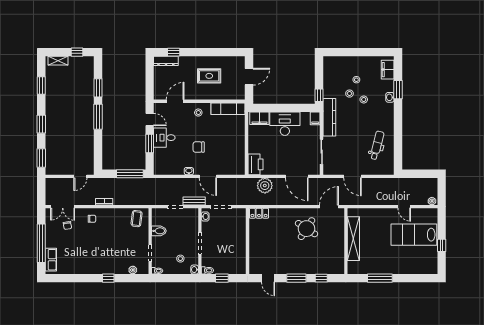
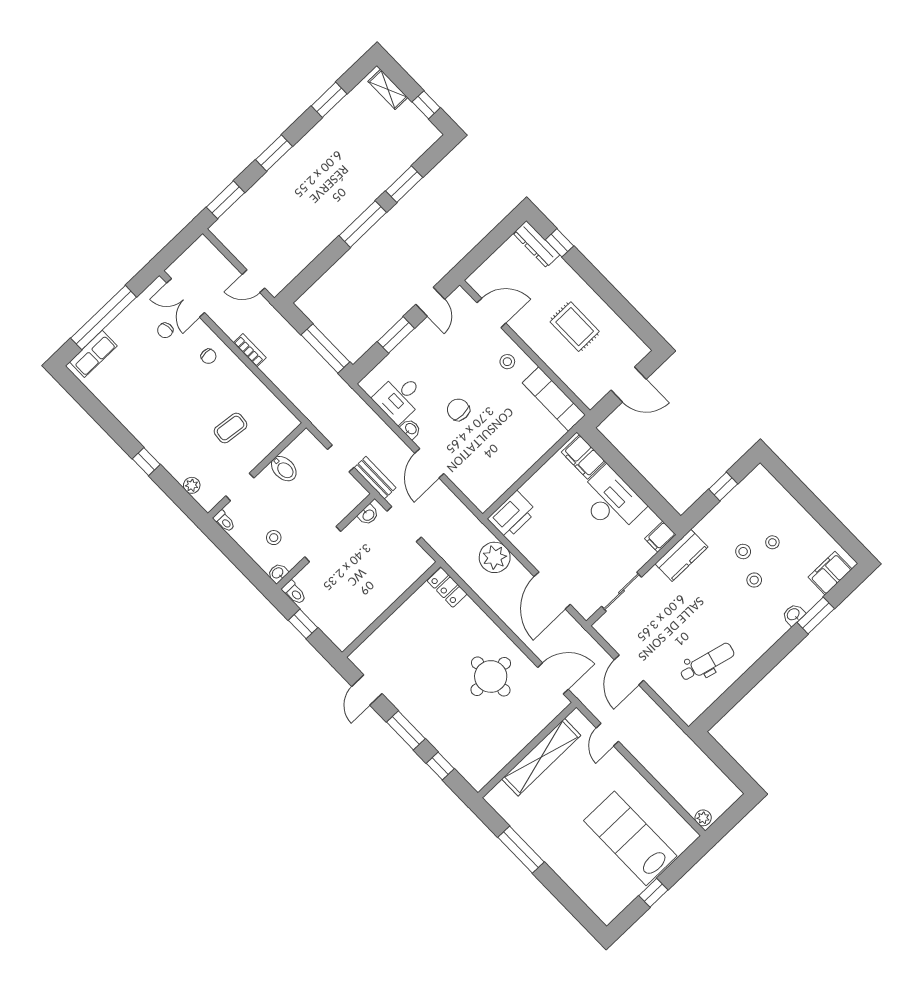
window: (319, 95) -> (723, 486), moved
kitchen counter: (329, 117) -> (681, 555), width x0.67
desk: (164, 138) -> (399, 398), moved, turned -90
door: (404, 207) -> (607, 735), moved
coffee table: (137, 219) -> (231, 428), moved
round table: (307, 229) -> (491, 676), turned -33

